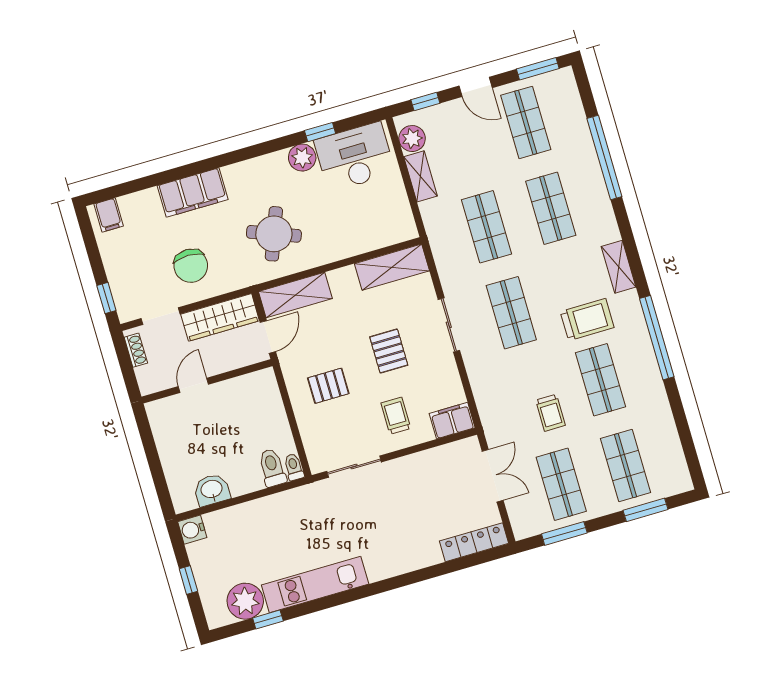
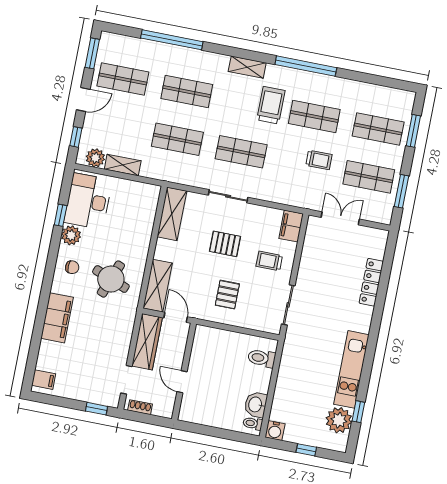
chair: (191, 266) -> (72, 267), moved, width x0.54, depth x0.54
toilet: (294, 467) -> (253, 423), moved
locker: (474, 542) -> (371, 282), moved

